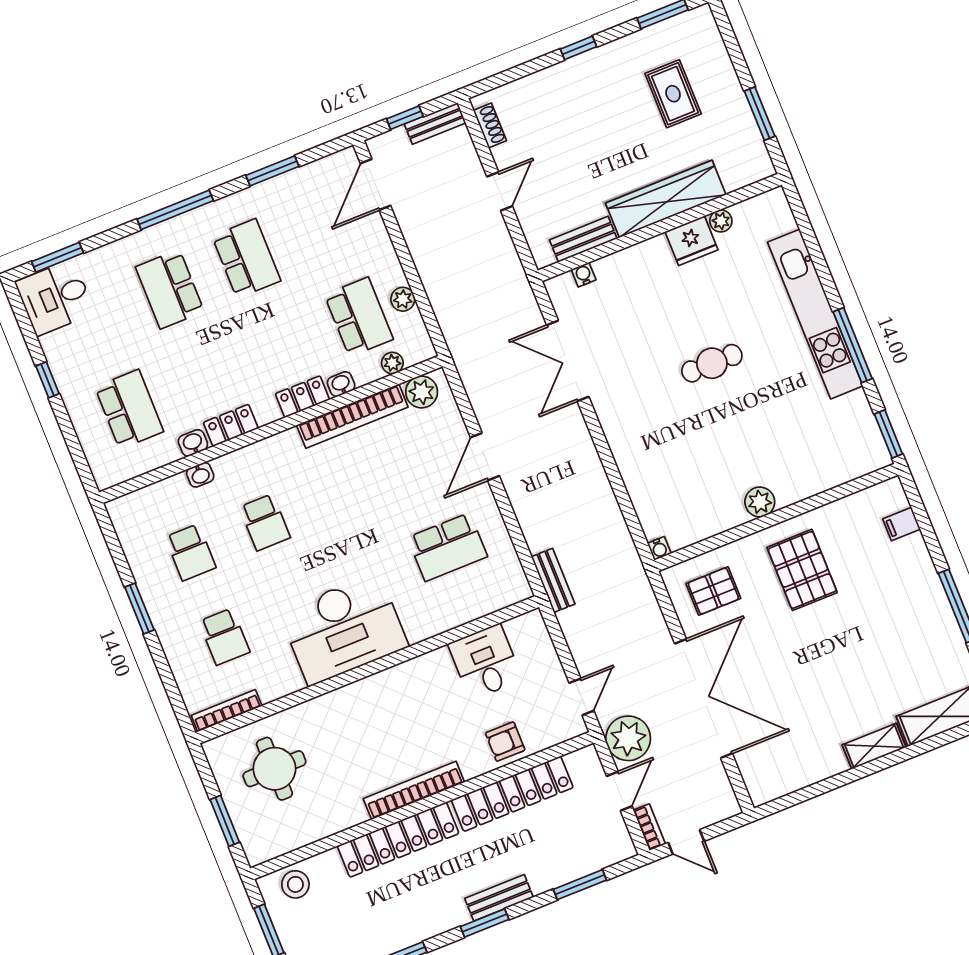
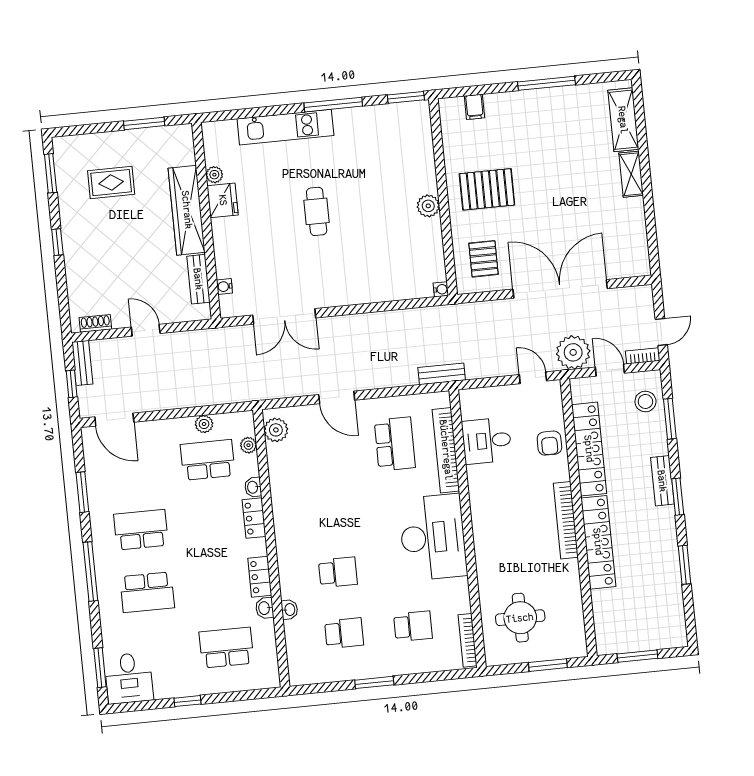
kitchen unit: (815, 314) -> (285, 127), width x0.73
bookcase: (352, 416) -> (446, 450), moved, turned 180
stool: (295, 884) -> (645, 401), moved

